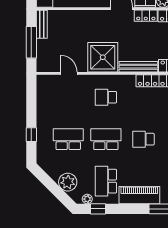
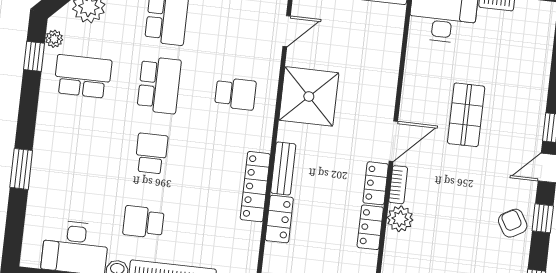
bench: (138, 67) -> (283, 168), width x0.73
school desk: (106, 97) -> (235, 94), turned 90
piano: (139, 195) -> (51, 134), removed

